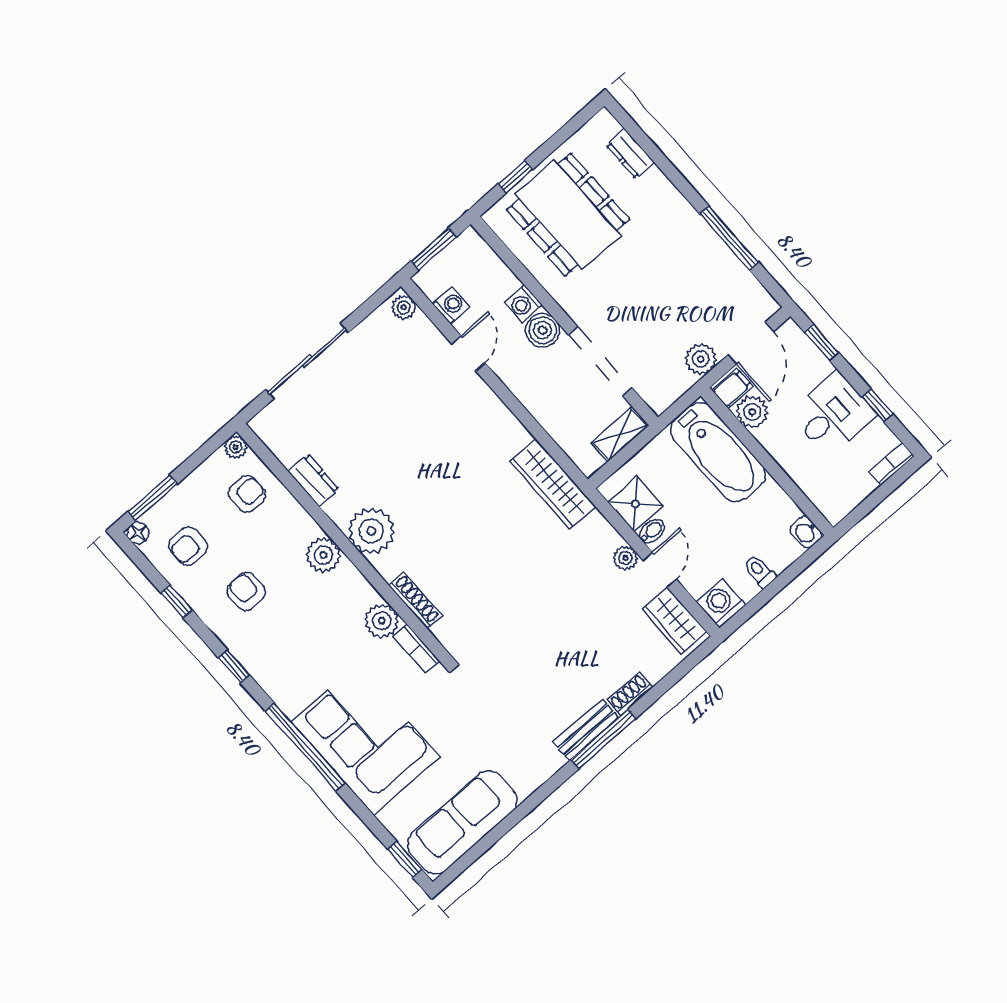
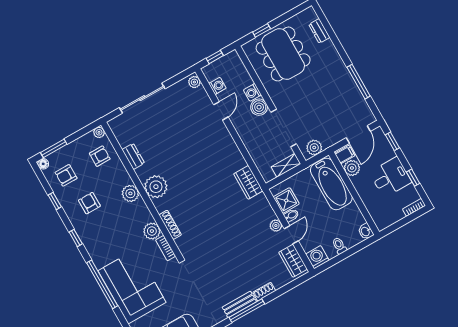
window: (434, 249) -> (215, 57), width x0.67
plant: (701, 359) -> (314, 148), moved
wardrobe: (553, 484) -> (248, 182), width x0.67

